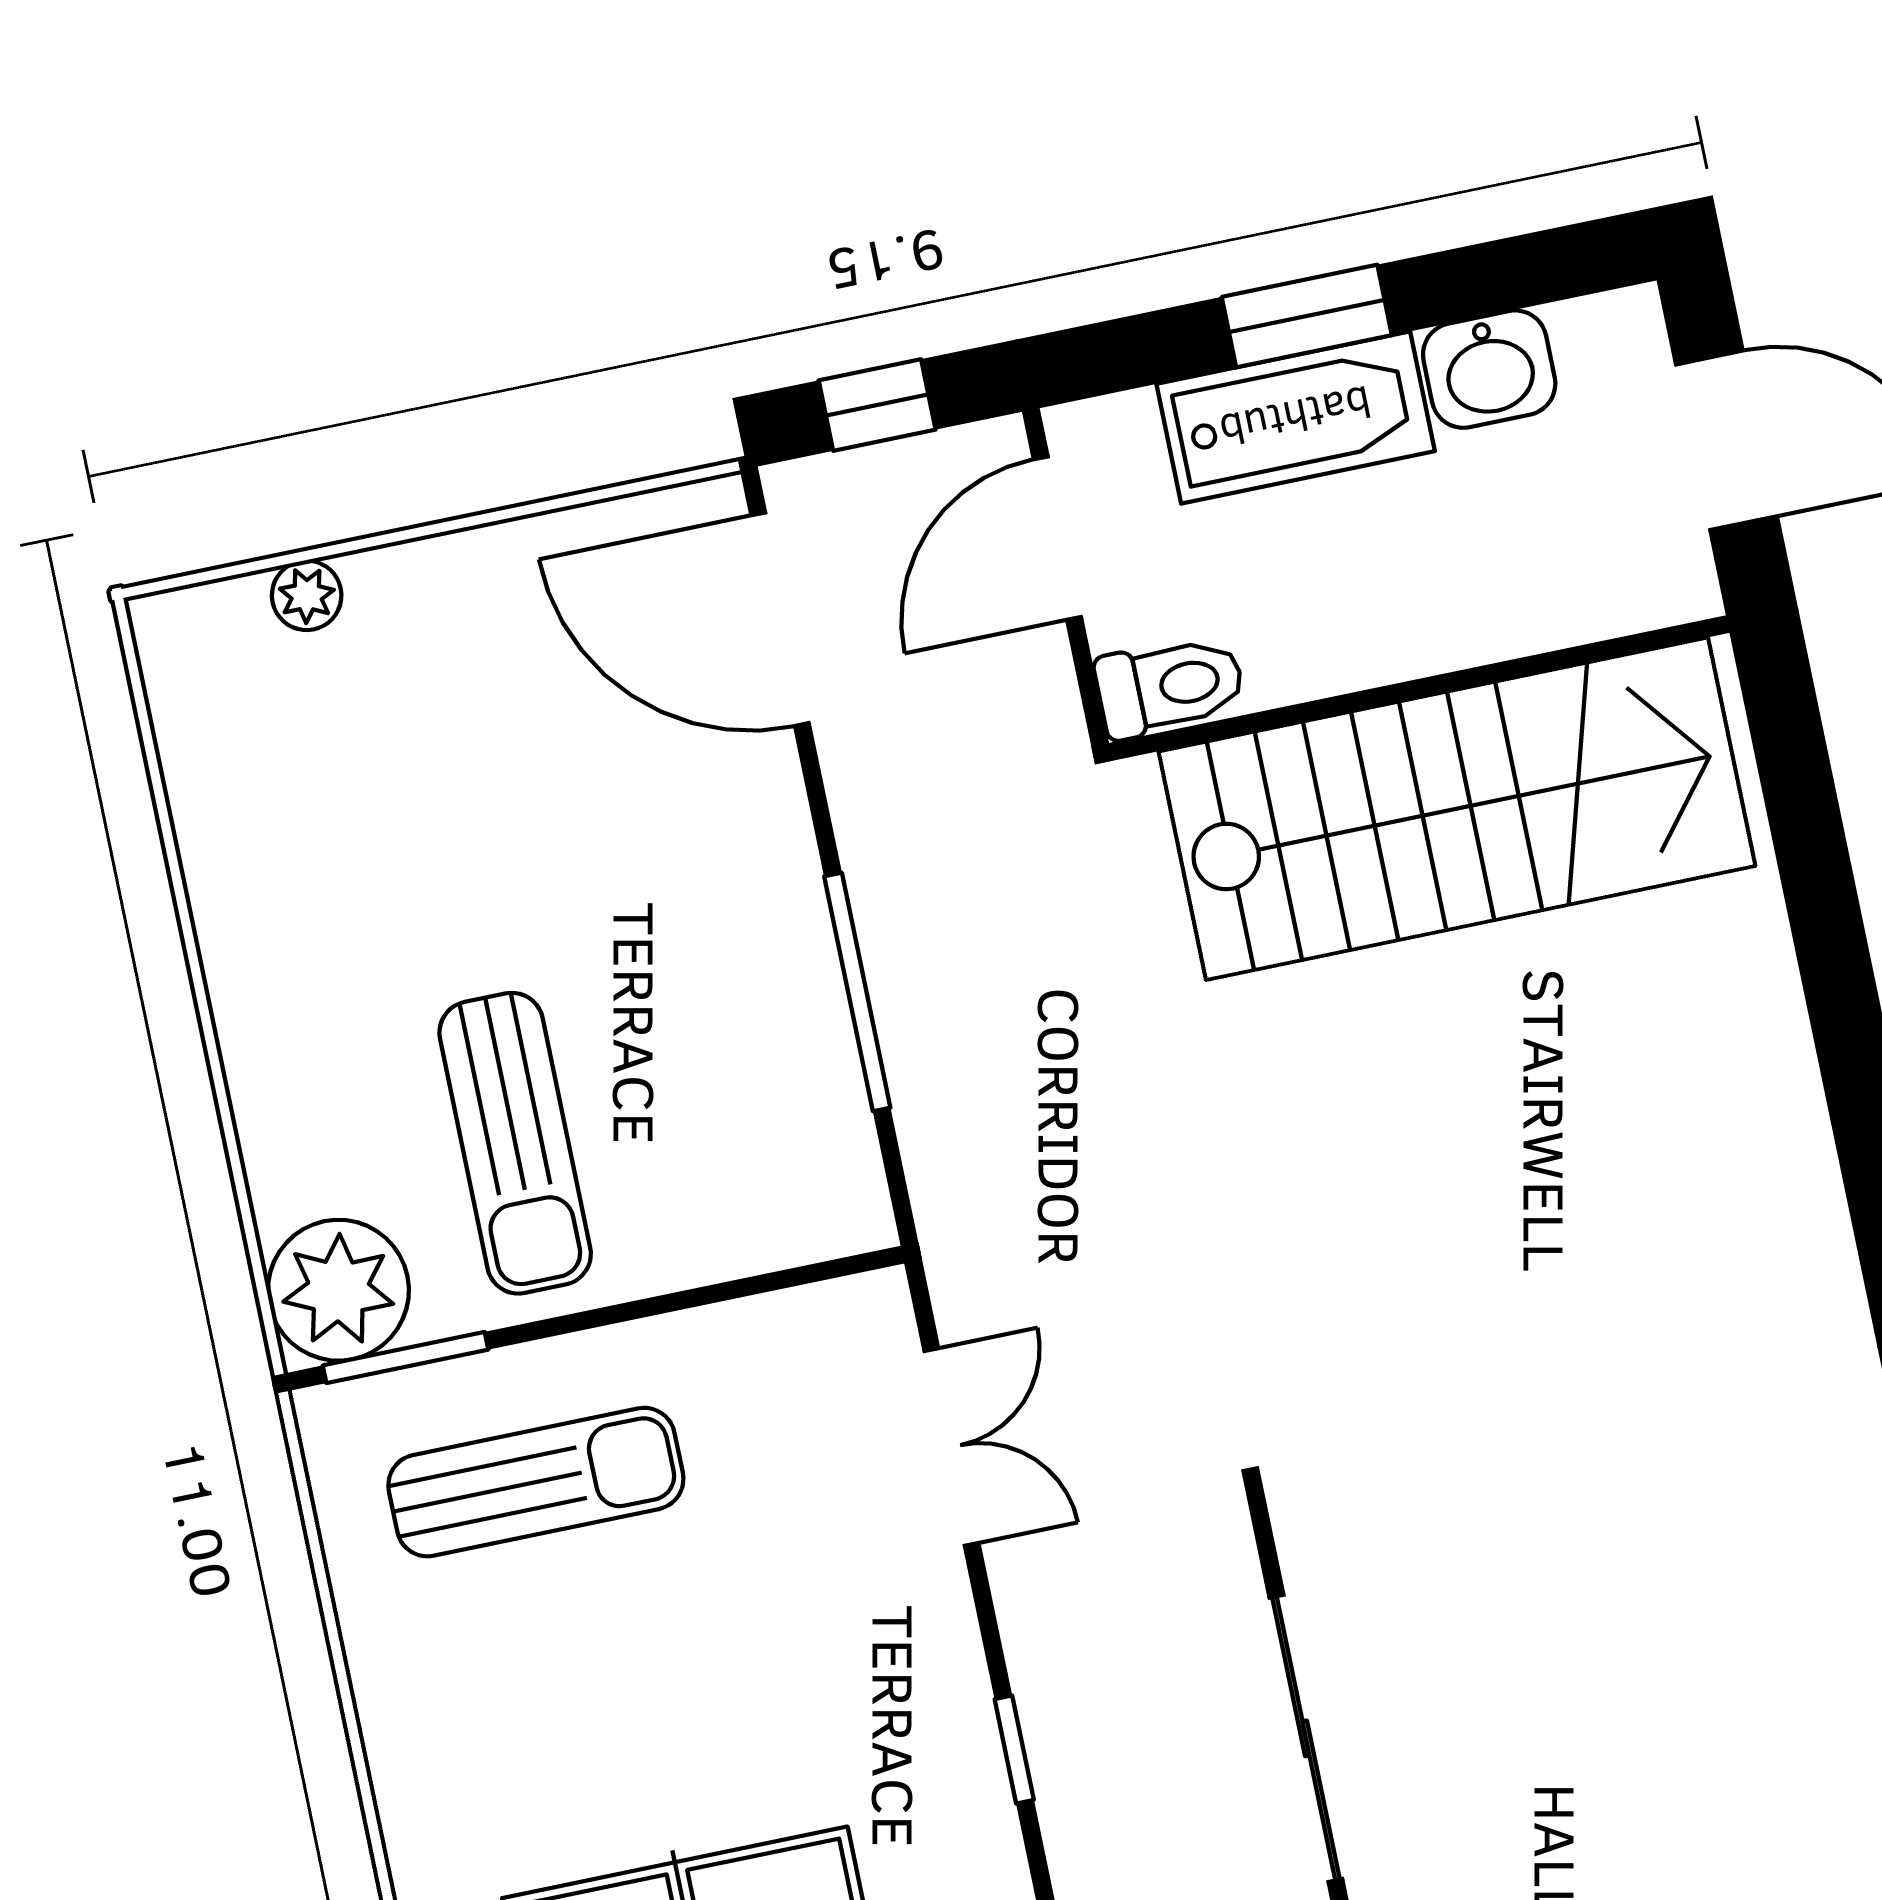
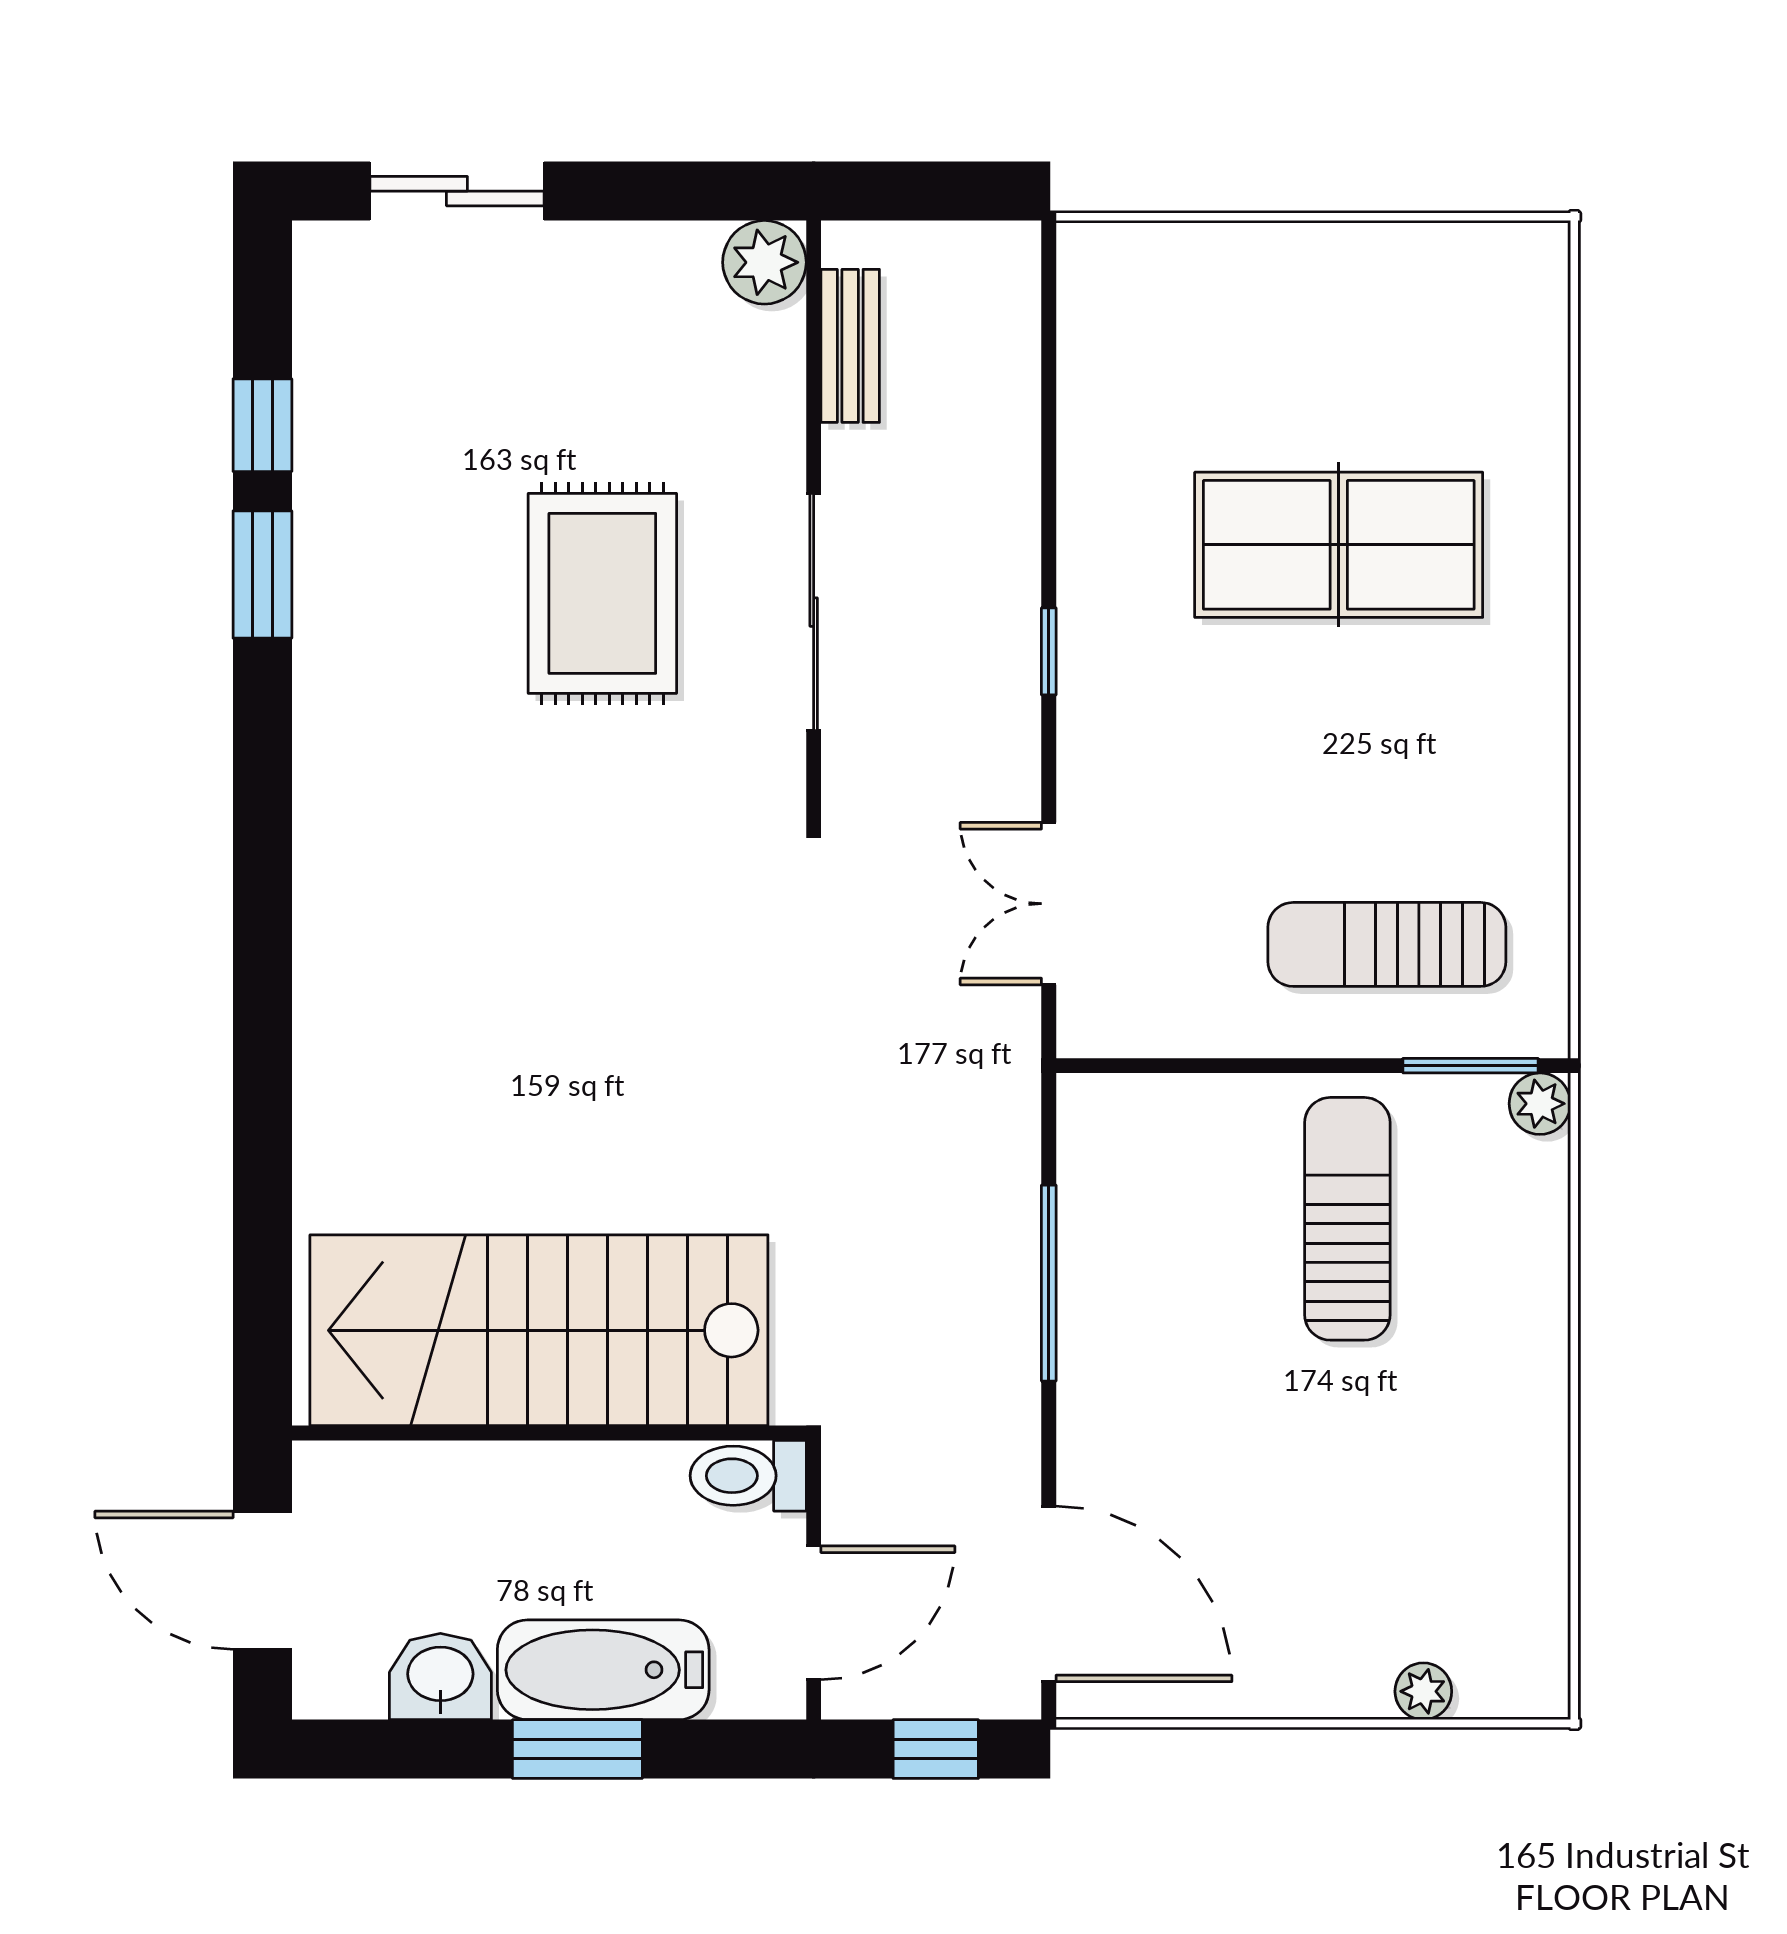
plant: (338, 1290) -> (1540, 1104), width x0.53, depth x0.53
rug: (1564, 1708) -> (602, 593), added

